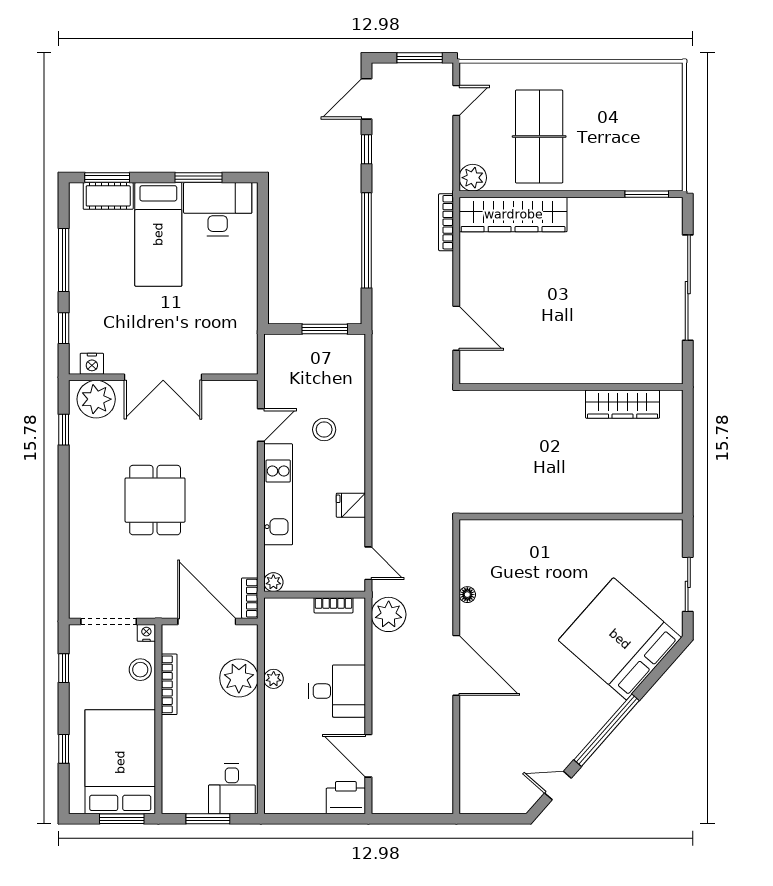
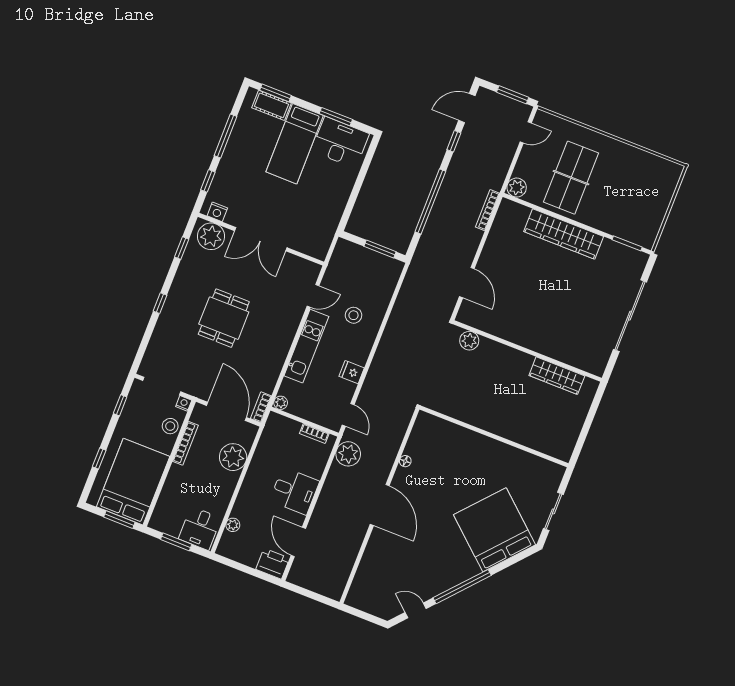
wardrobe: (513, 214) -> (564, 234), moved
plant: (489, 403) -> (469, 341), added
window: (64, 513) -> (160, 303), added
plant: (274, 679) -> (233, 525), moved

